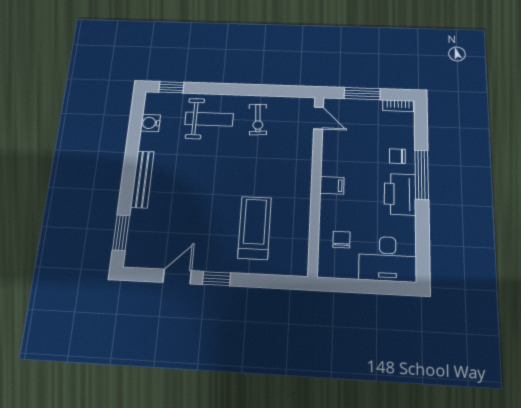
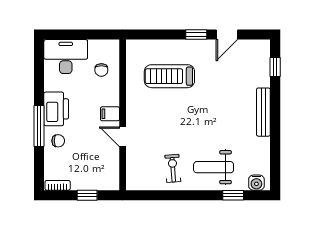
window: (171, 87) -> (233, 195), moved
window: (362, 94) -> (87, 195), width x0.67
door: (319, 118) -> (123, 137), moved
water cooler: (150, 123) -> (256, 183), moved, turned 90
treadmill: (255, 228) -> (169, 76), turned 90
window: (121, 233) -> (275, 67), width x0.67

